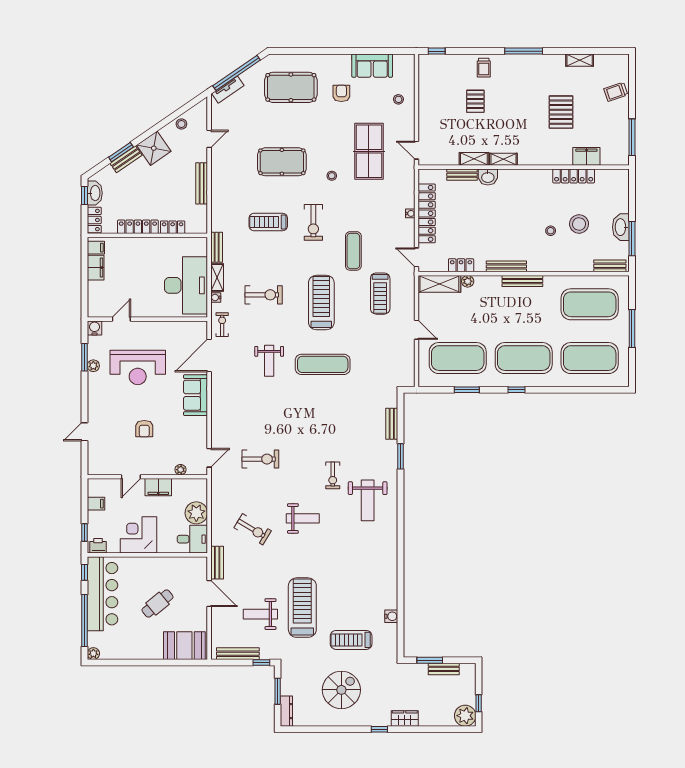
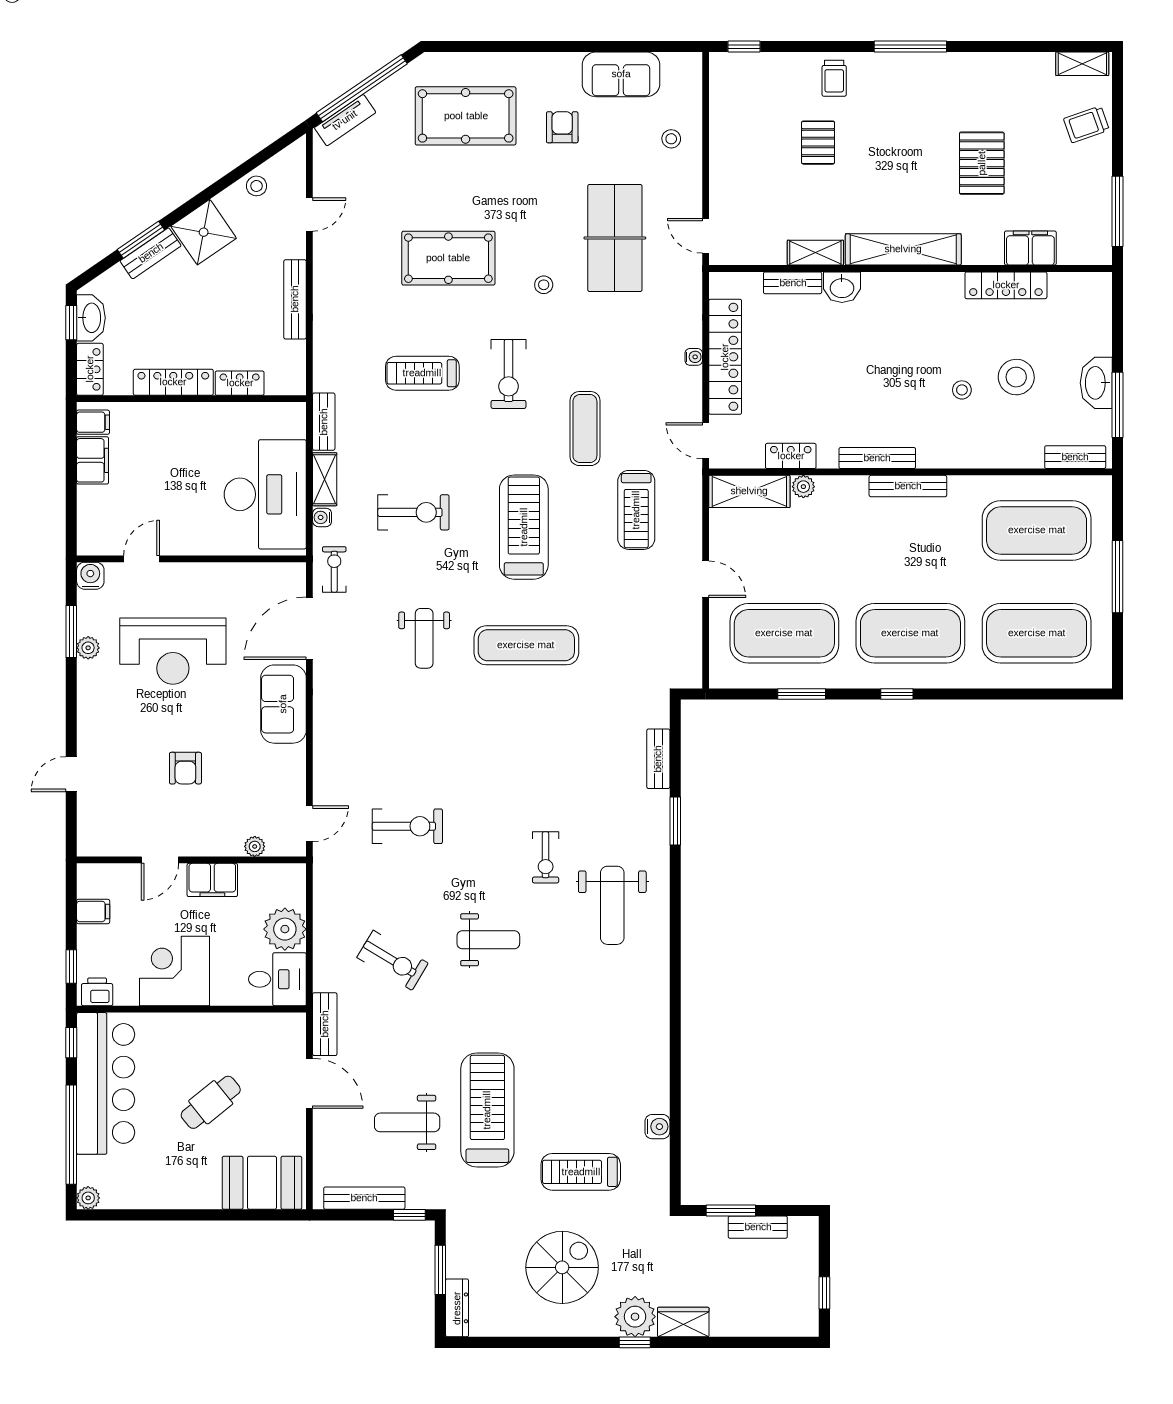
shelving: (580, 60) -> (1082, 64), moved
shelving: (503, 159) -> (903, 249), width x2.20, depth x1.33
plant: (465, 716) -> (635, 1317), moved

